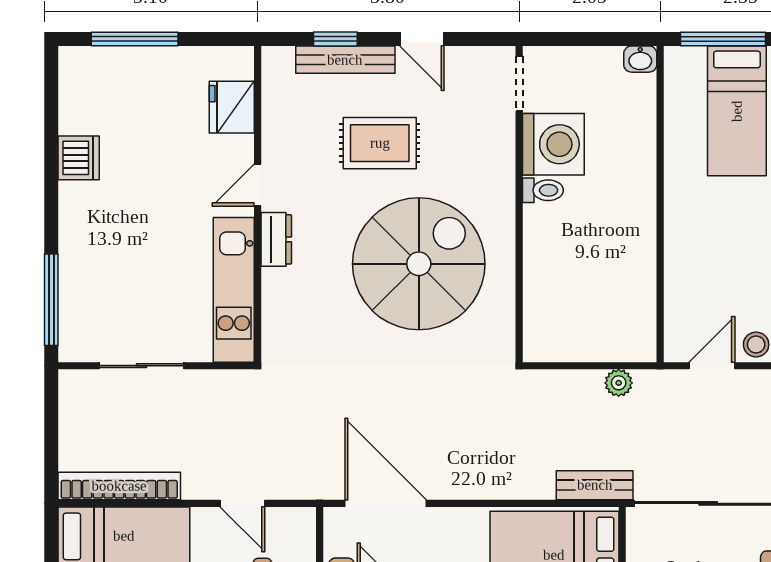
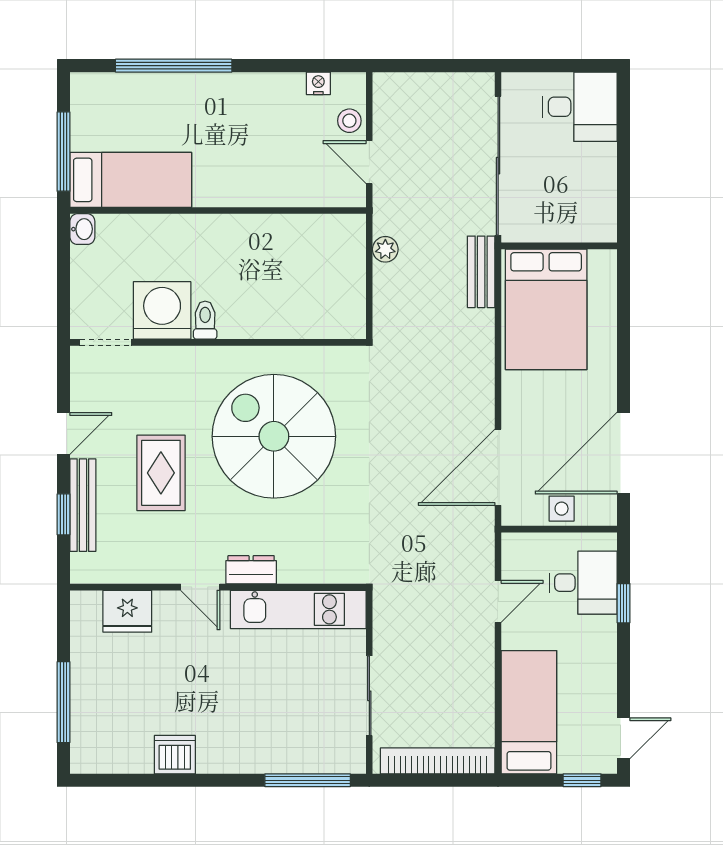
bed: (737, 111) -> (131, 180), moved
bookcase: (119, 486) -> (438, 761), moved, turned 90

